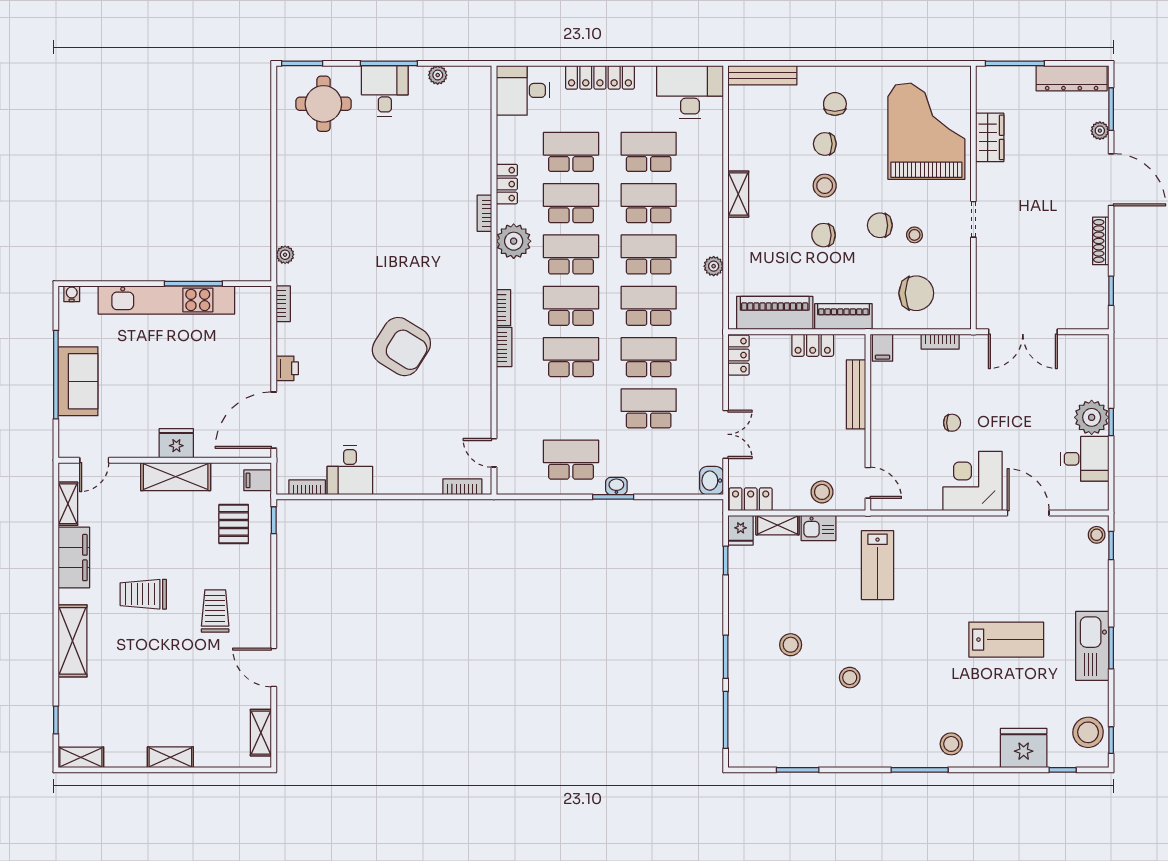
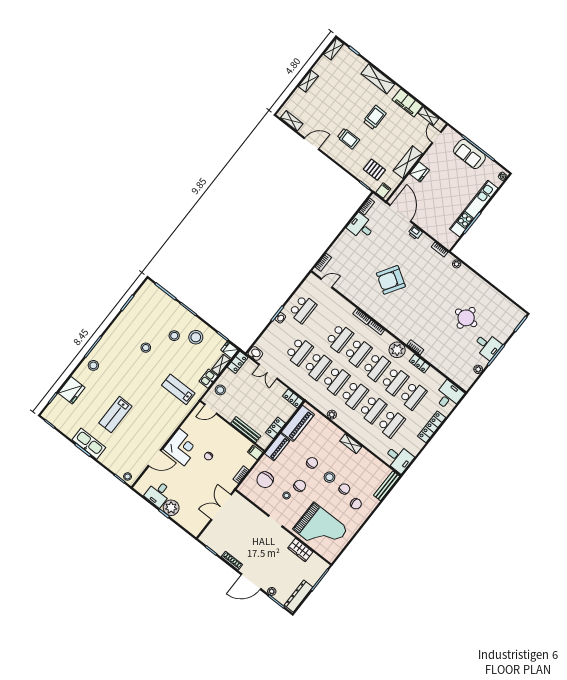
desk: (690, 92) -> (398, 458), width x0.73
round table: (323, 104) -> (466, 318), moved
stool: (1088, 732) -> (196, 337), moved

